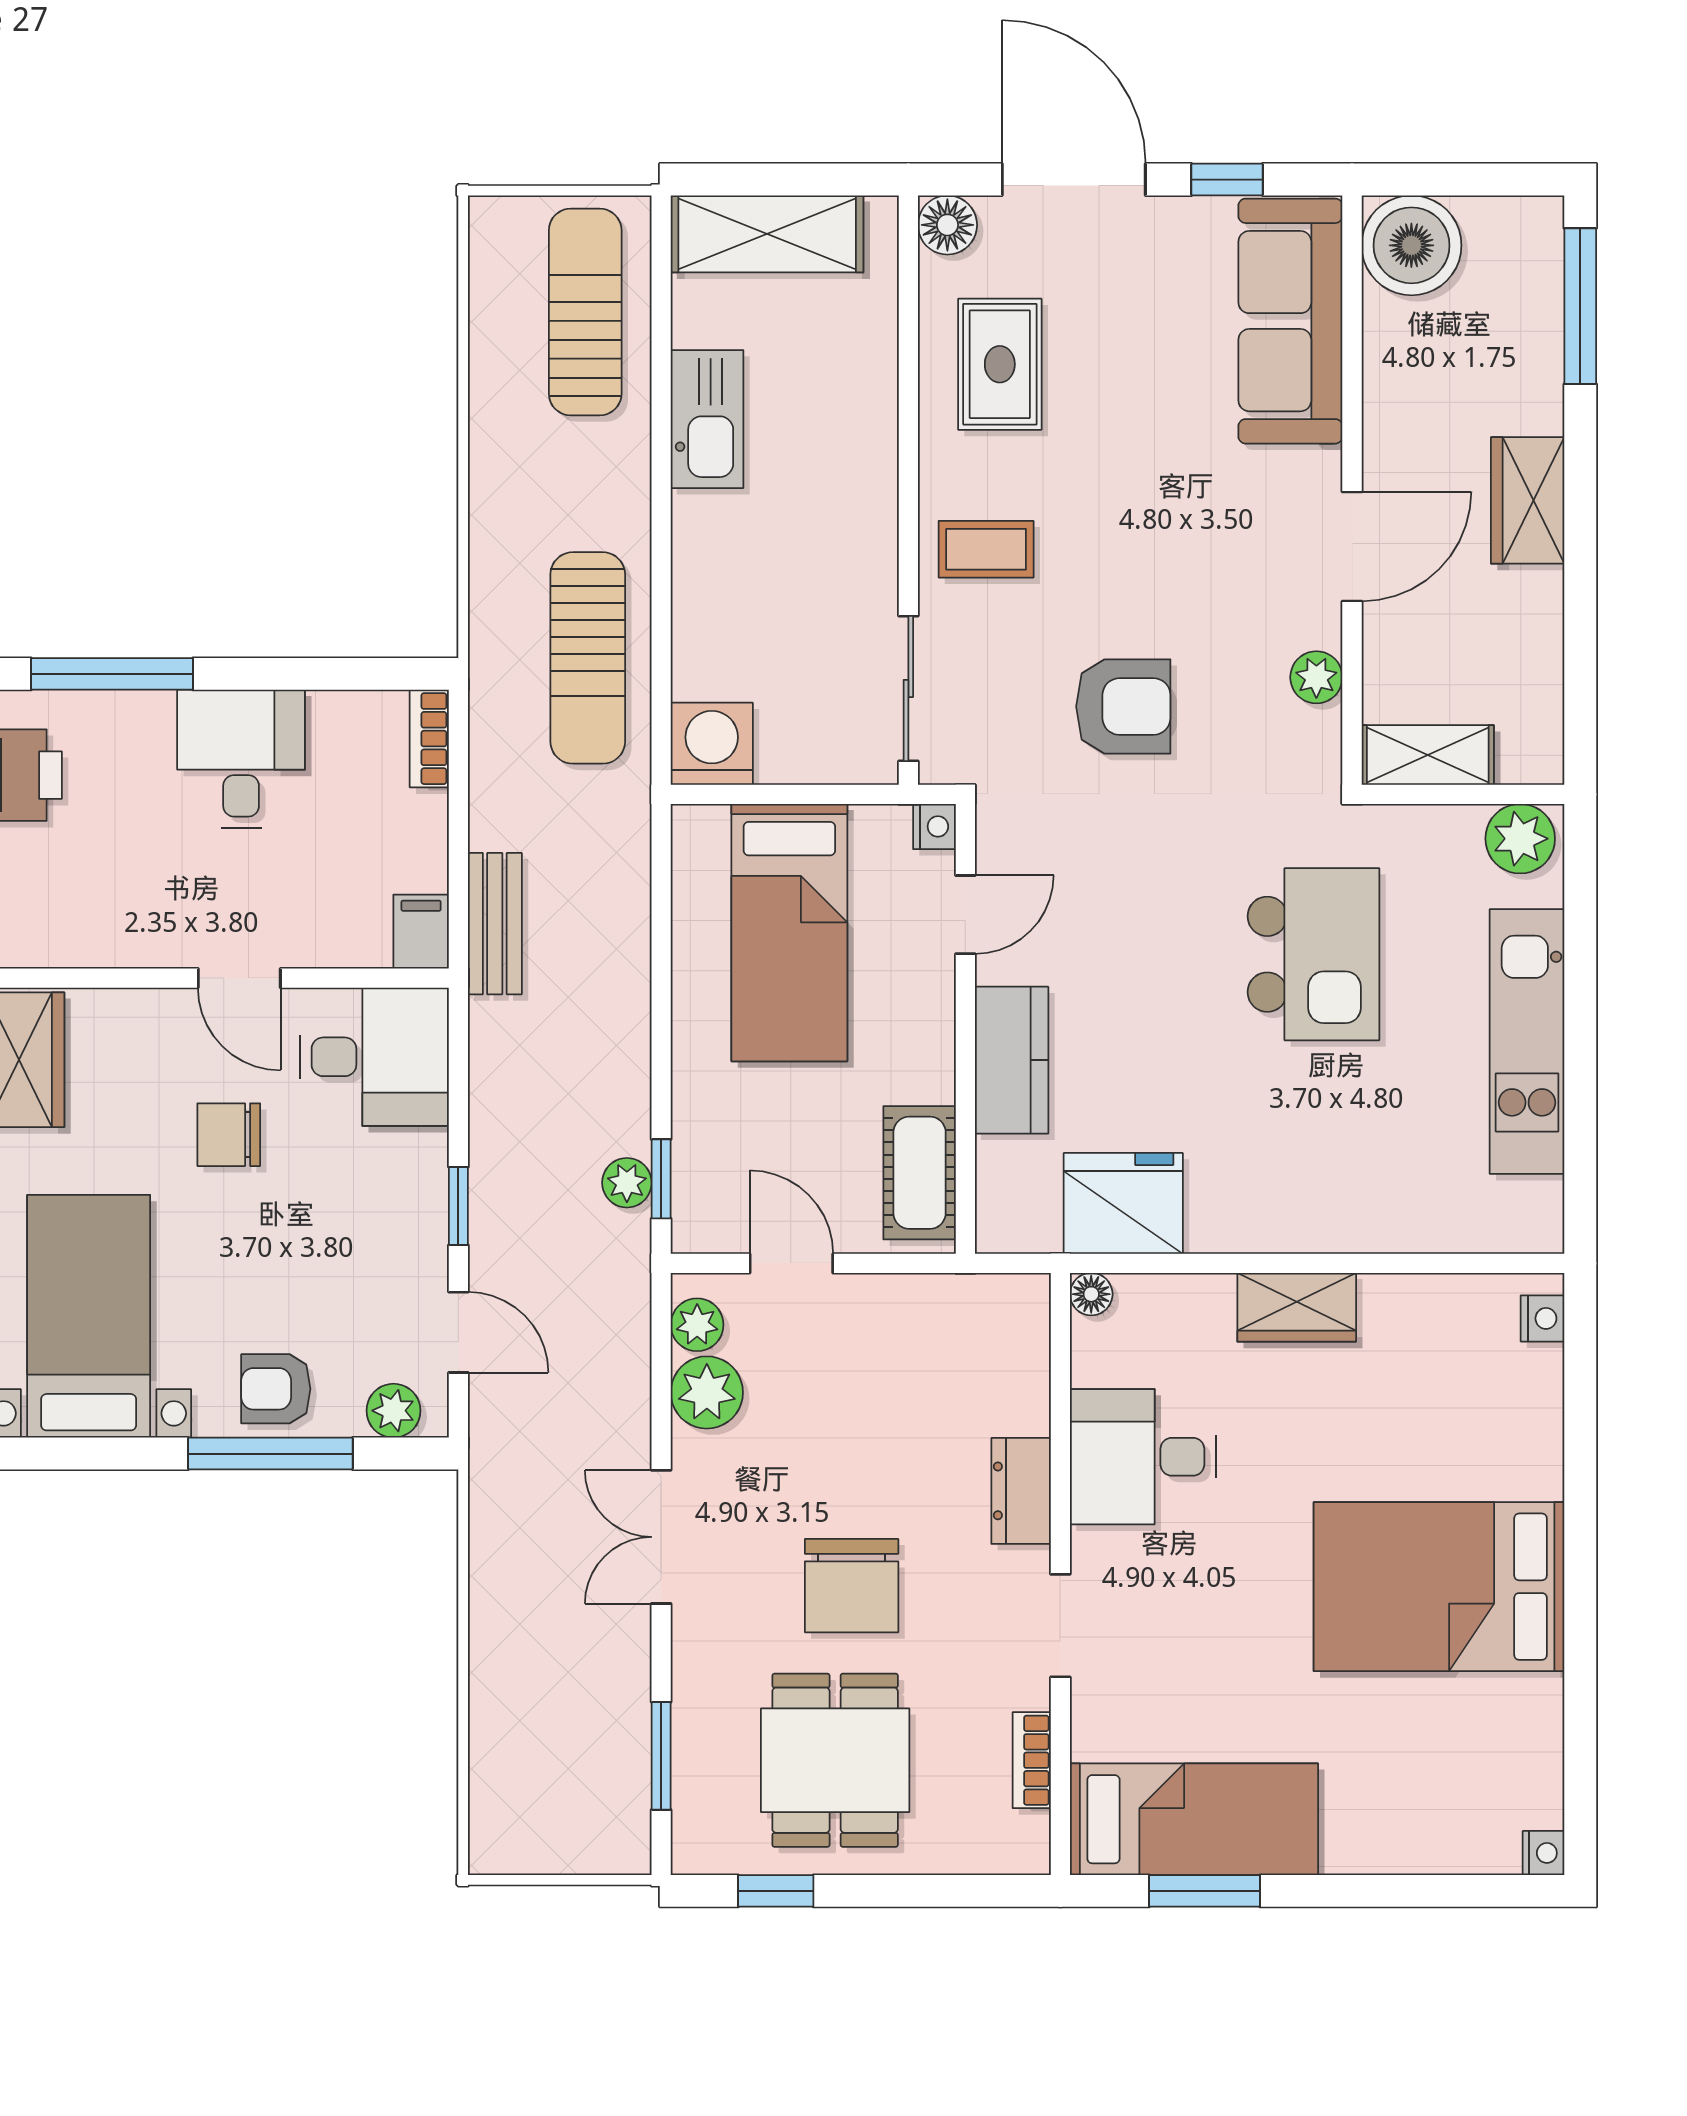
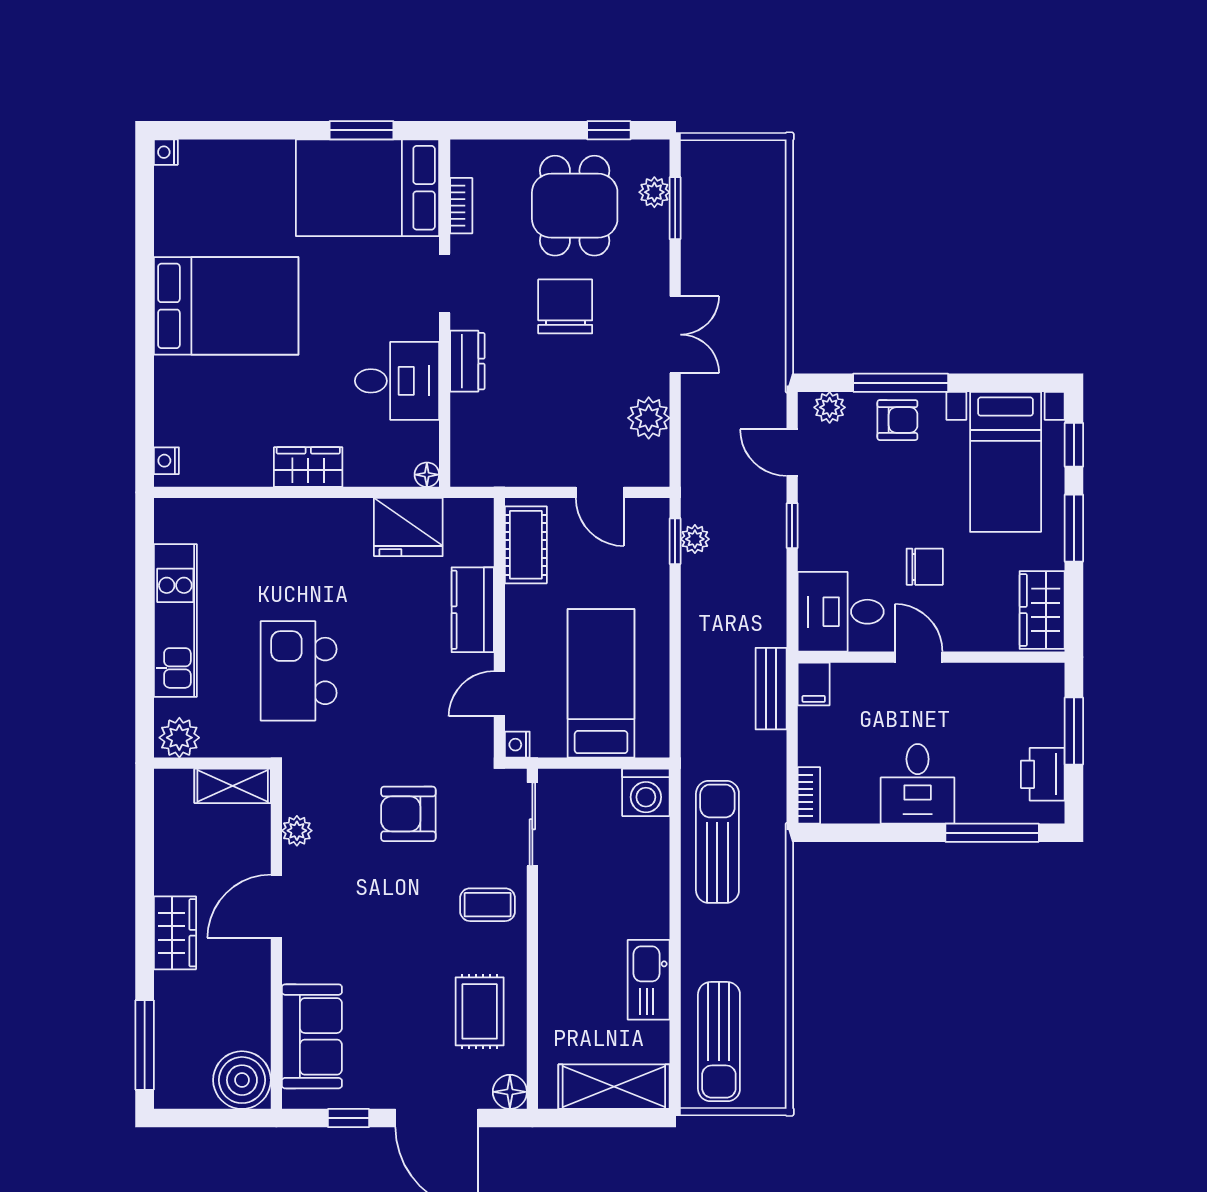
sofa: (1290, 321) -> (312, 1036), width x0.73
plant: (697, 1325) -> (654, 192), moved
bed: (1194, 1819) -> (368, 188), width x1.50

